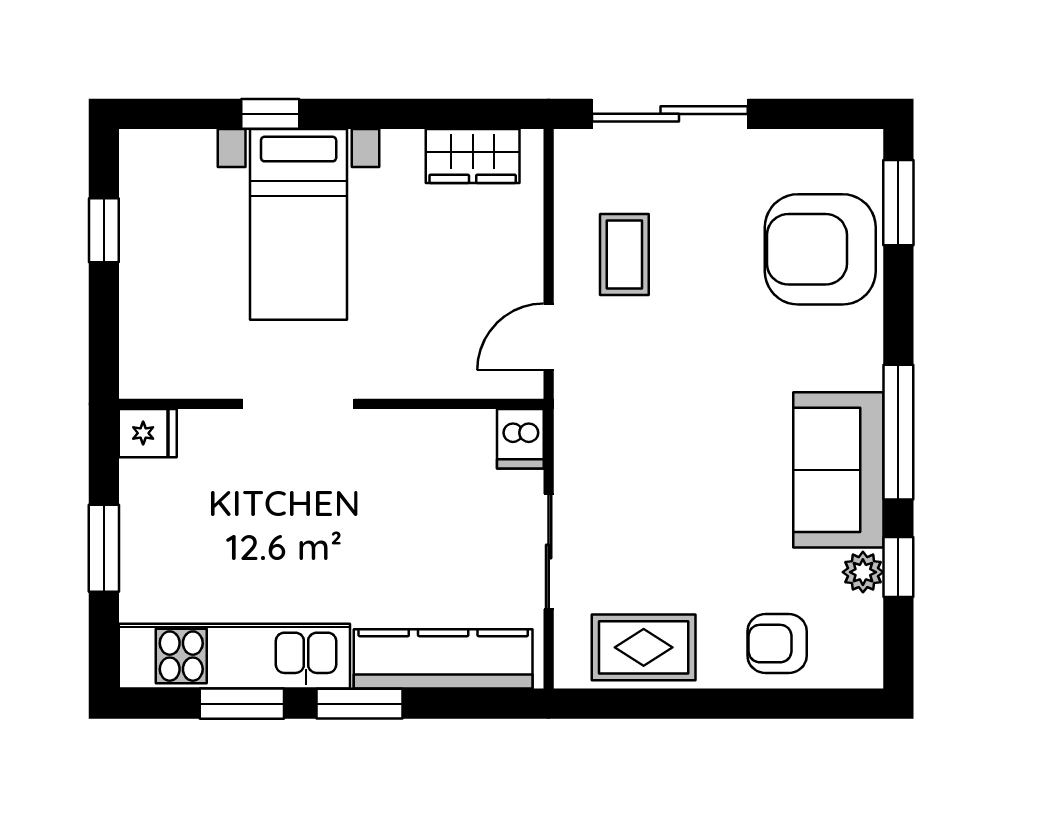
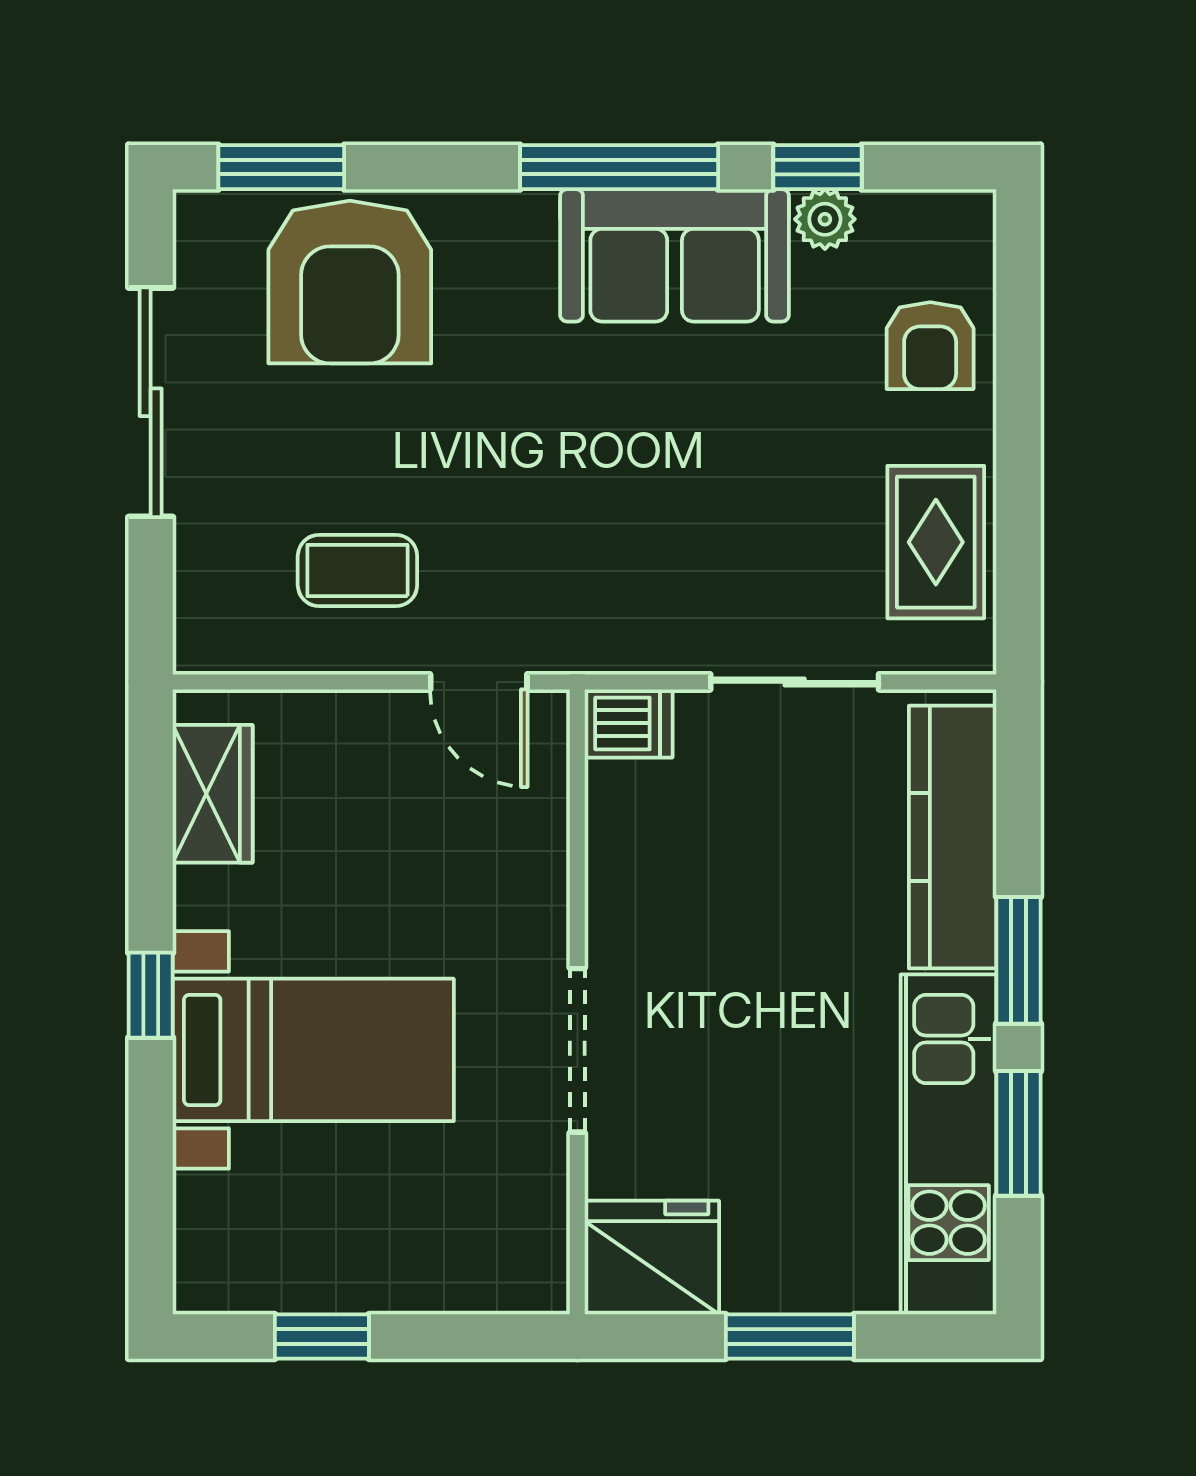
window: (270, 114) -> (151, 995), moved
sliding door: (670, 114) -> (151, 402), moved
fridge: (148, 433) -> (652, 1258), width x1.88, depth x1.34

